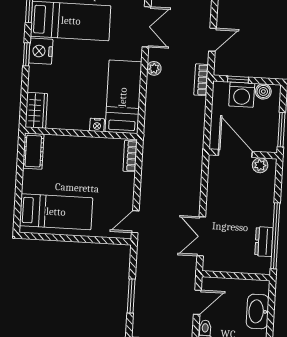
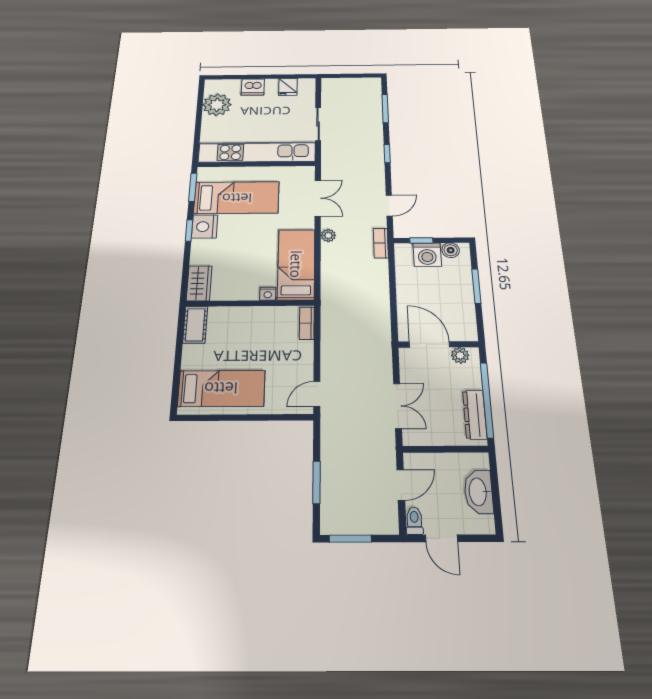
door: (235, 153) -> (429, 344), moved
wall: (243, 154) -> (438, 344), moved
plant: (260, 165) -> (460, 355), moved
double door: (201, 236) -> (398, 406), swing flipped
dresser: (264, 242) -> (475, 415), width x1.44

